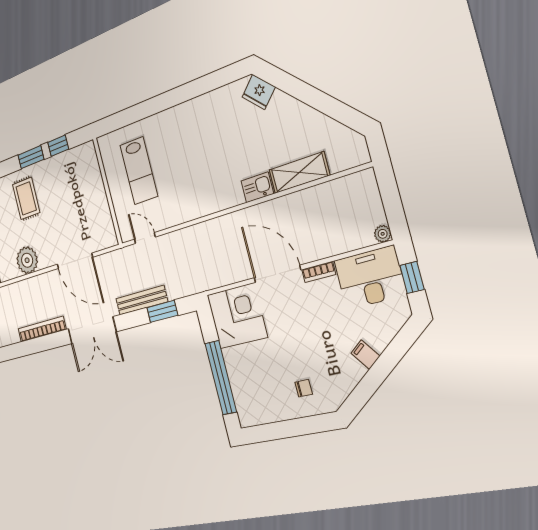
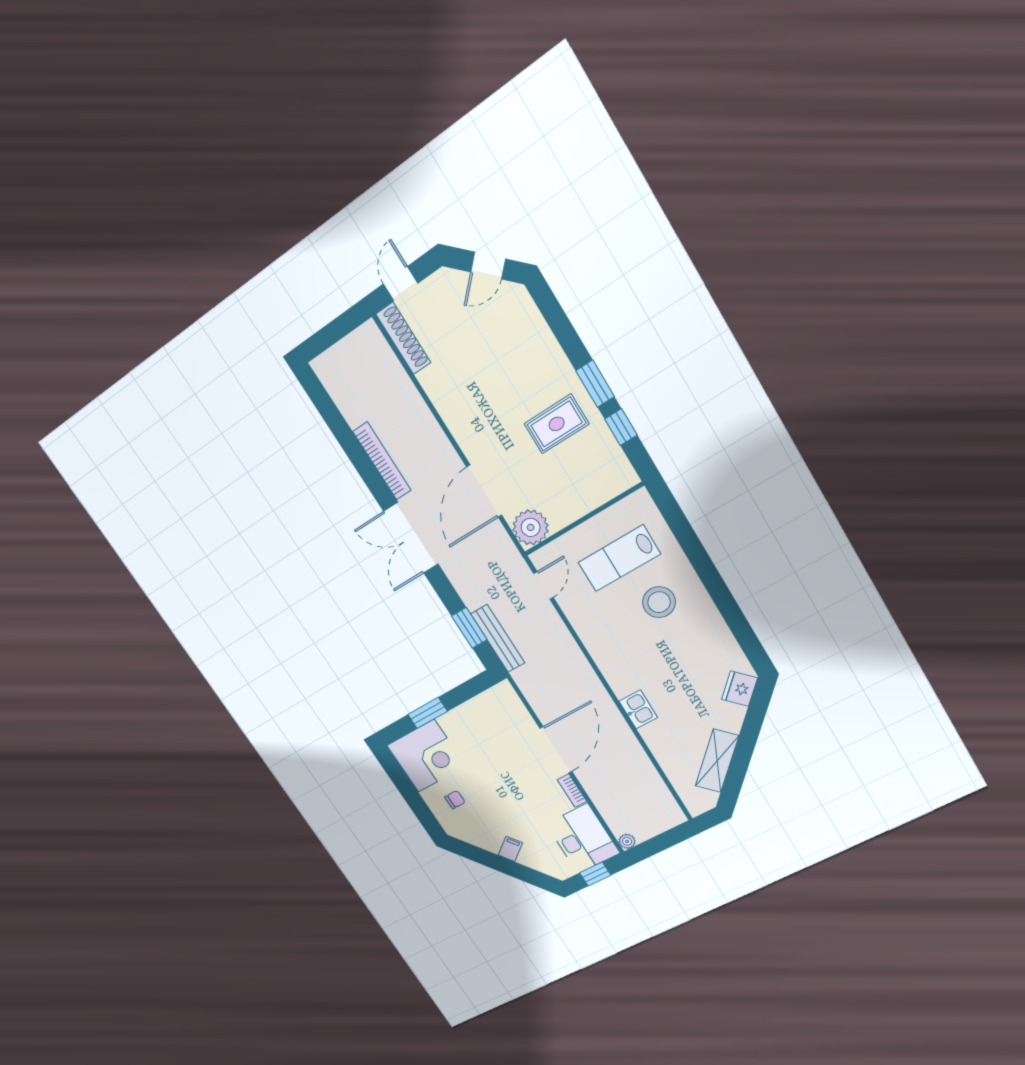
stool: (176, 147) -> (659, 602), added
shelving: (299, 173) -> (717, 761), moved, turned 45
rug: (26, 198) -> (557, 424), moved
plant: (27, 260) -> (531, 527), moved
bench: (142, 300) -> (498, 638), moved
corner desk: (237, 316) -> (426, 756), moved
window: (221, 378) -> (428, 713), width x0.47
chair: (304, 388) -> (455, 800), turned -89

